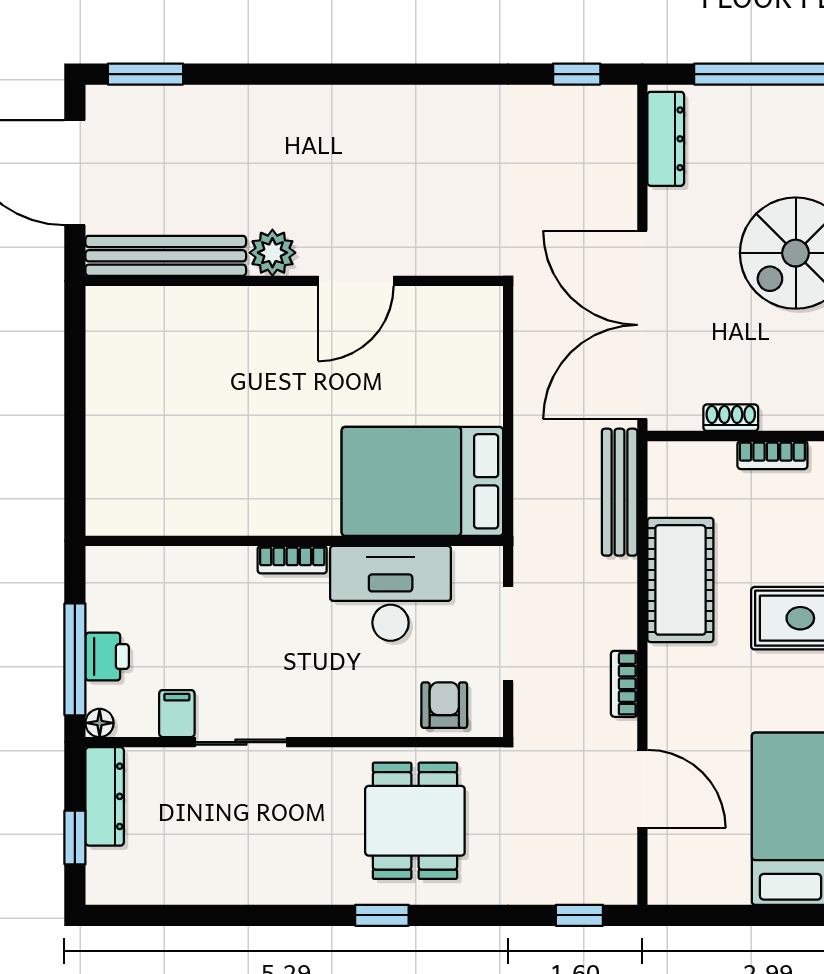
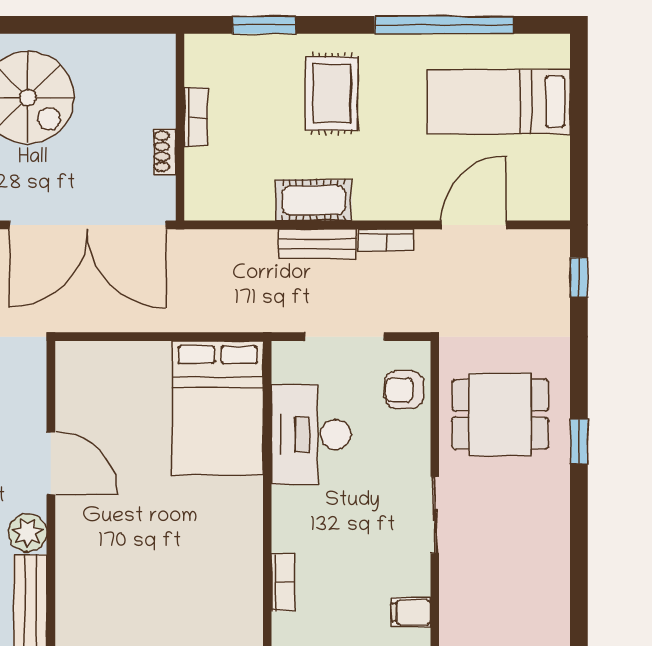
bench: (620, 492) -> (317, 244), moved, width x0.73
bookcase: (292, 560) -> (283, 582), moved
cot: (680, 580) -> (314, 200), width x0.73, depth x0.75
sliding door: (241, 742) -> (435, 515), moved

